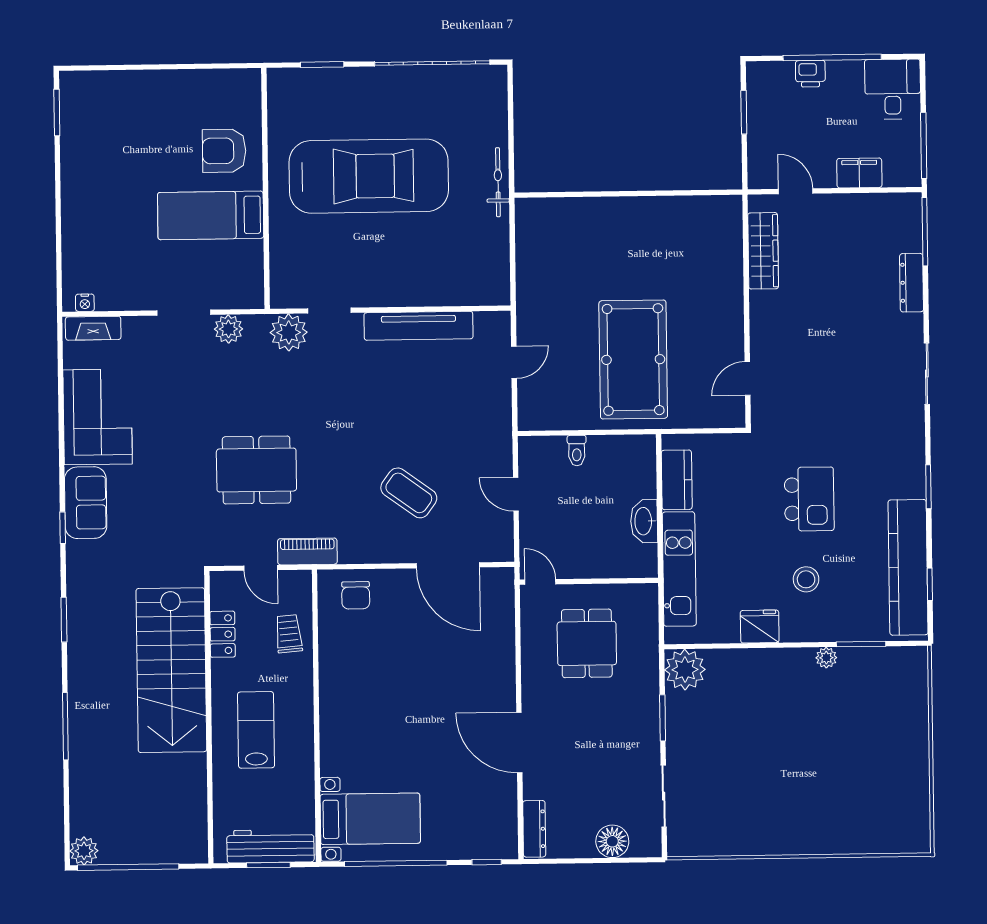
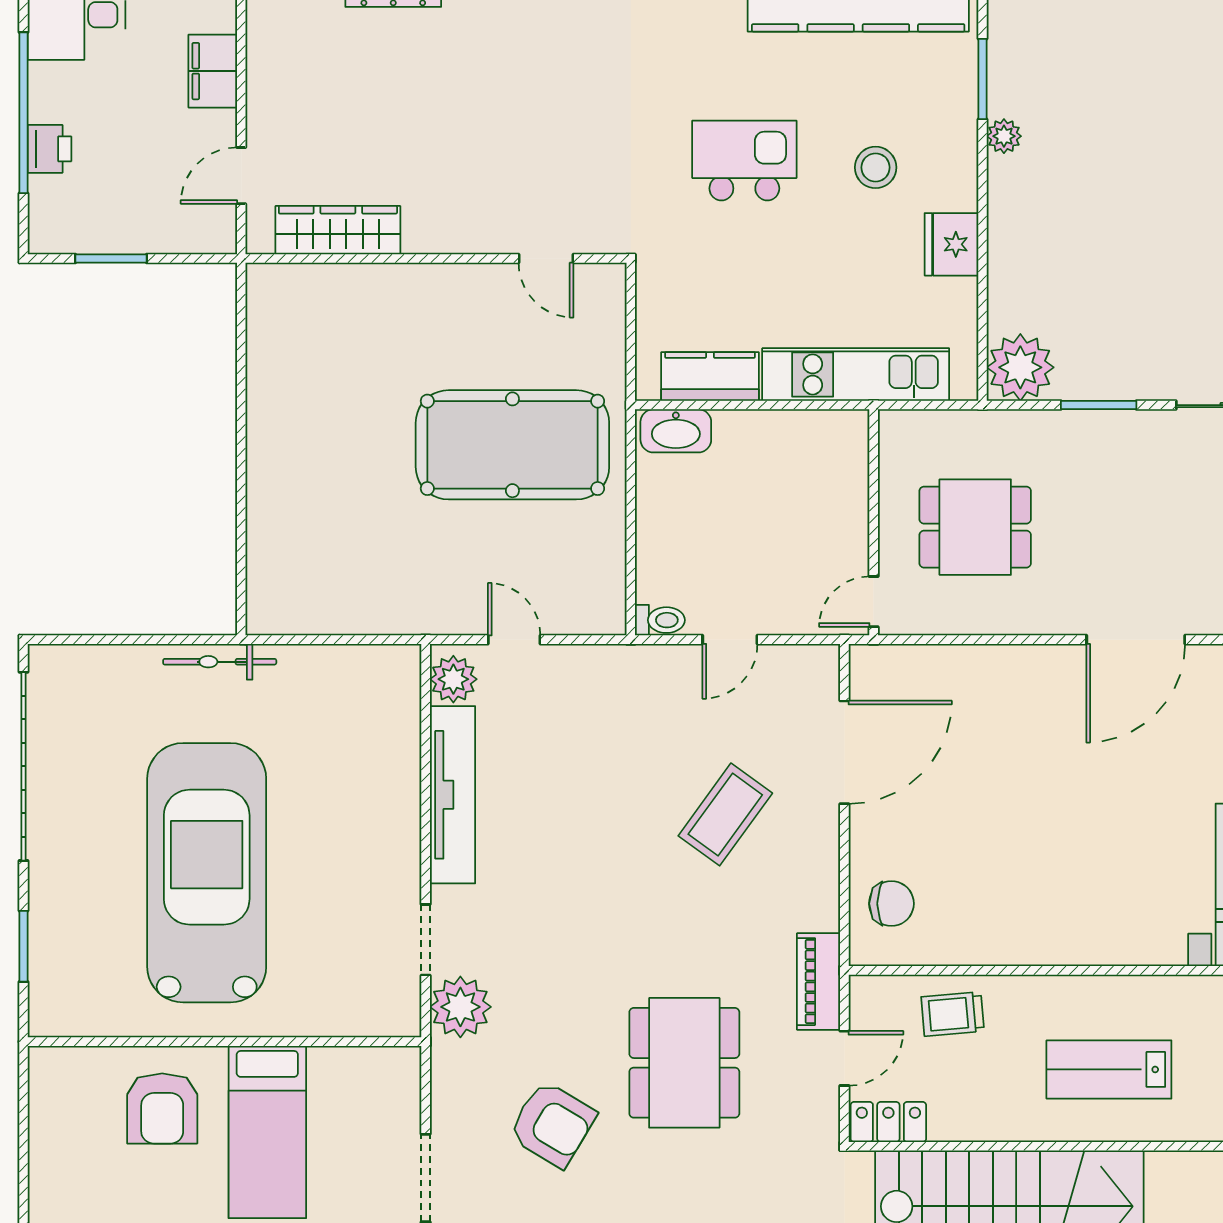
plant: (228, 329) -> (453, 679), moved
armchair: (218, 390) -> (552, 1124), added
toilet: (577, 451) -> (660, 620), moved
washbasin: (644, 521) -> (676, 431), moved
locker: (223, 634) -> (888, 1122), moved

